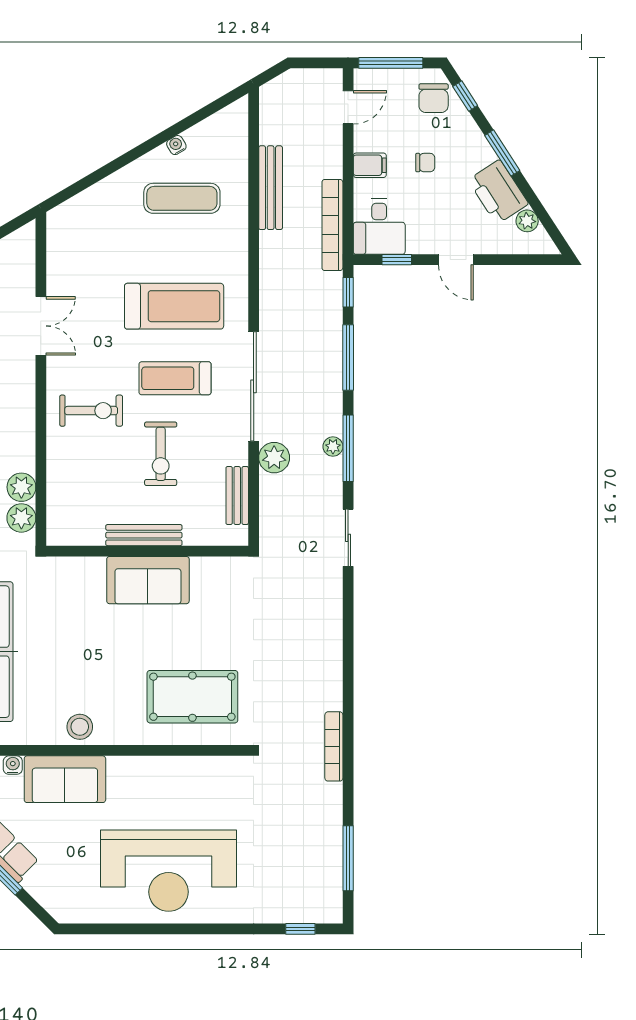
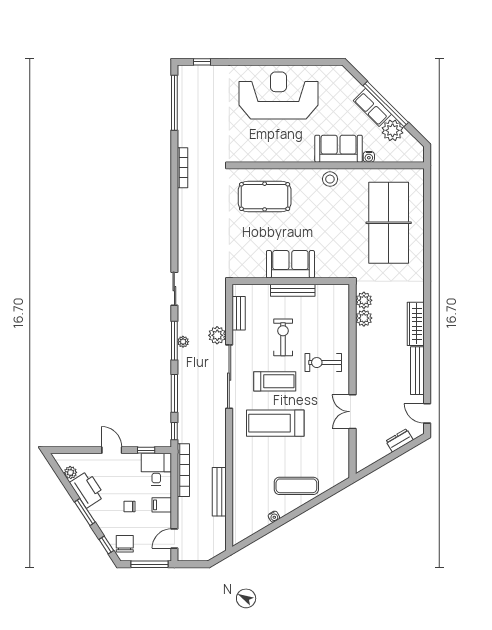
exercise mat: (182, 198) -> (296, 486), moved
window: (348, 858) -> (174, 103), width x1.46

